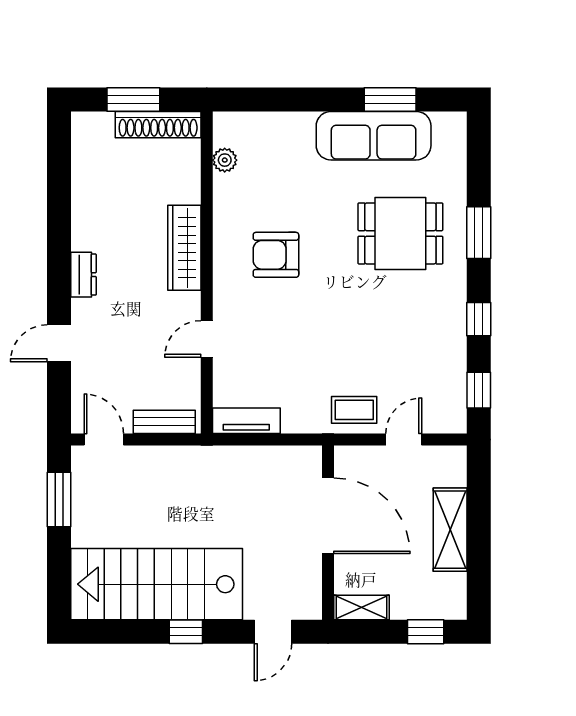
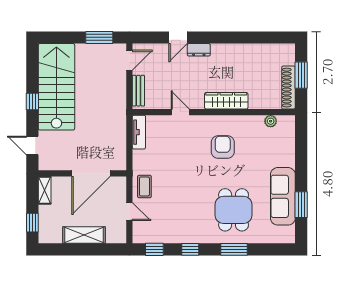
dresser: (83, 275) -> (199, 50), moved
door: (59, 343) -> (178, 37), swing flipped

